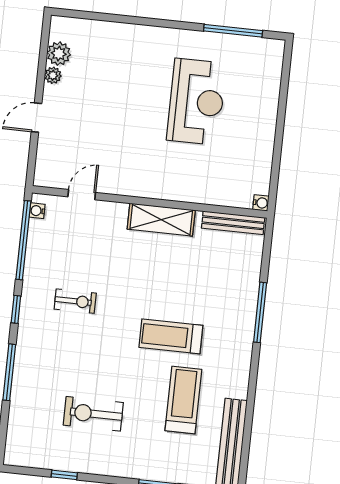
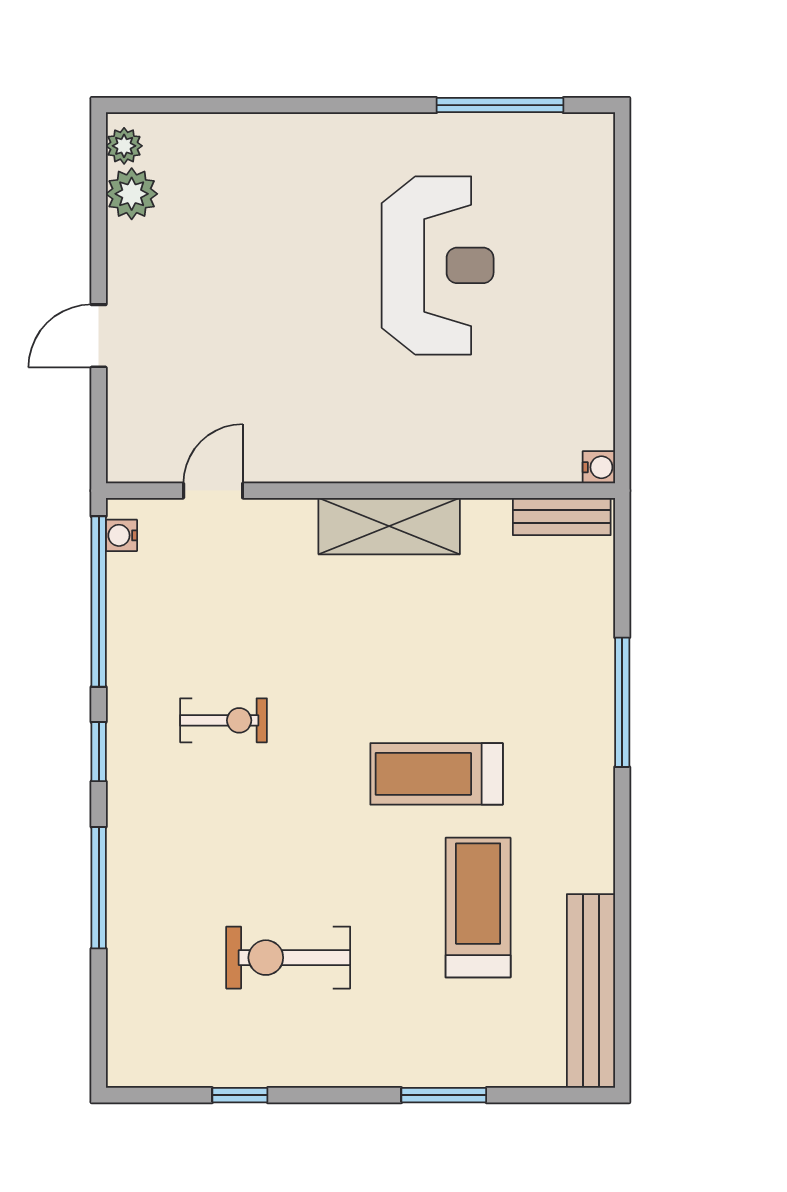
plant: (53, 75) -> (124, 146), moved
bench: (233, 223) -> (562, 516), width x0.73

